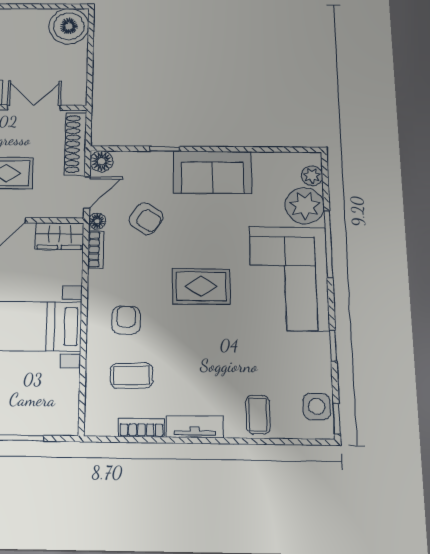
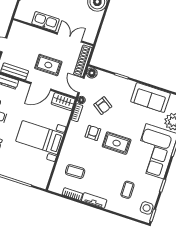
sofa: (212, 172) -> (150, 98), moved
door: (87, 192) -> (81, 85), swing flipped
armchair: (126, 320) -> (93, 133), moved
coffee table: (258, 415) -> (127, 190), moved

